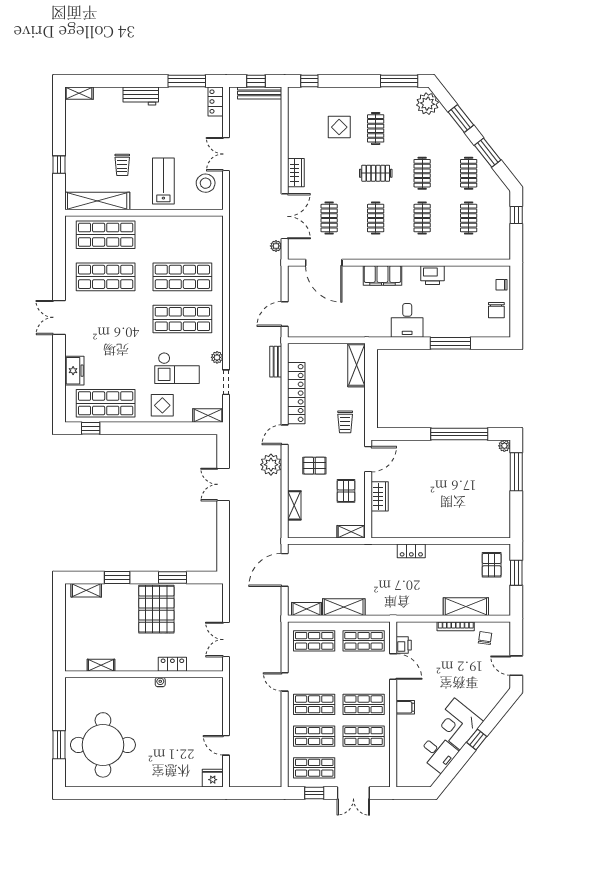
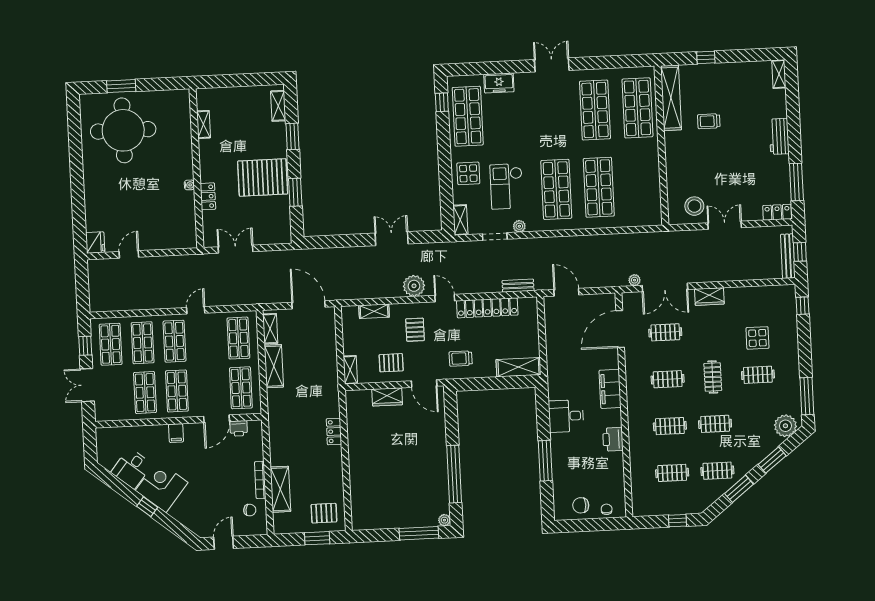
lab bench: (163, 181) -> (694, 163), removed

